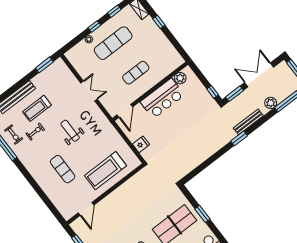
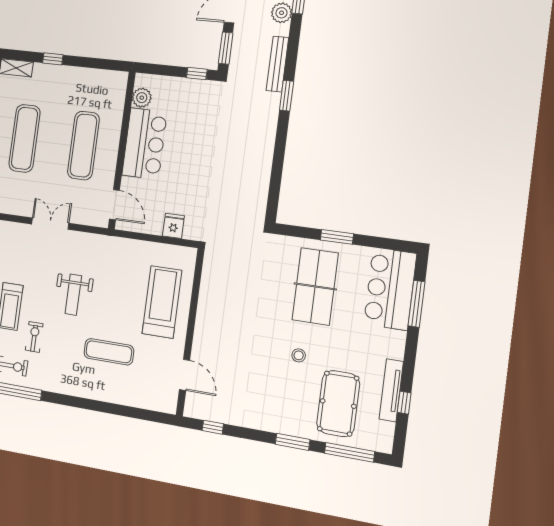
exercise mat: (136, 73) -> (83, 146), width x1.36, depth x1.45
weight bench: (70, 131) -> (73, 295), turned -90
treadmill: (105, 171) -> (162, 302), turned 180

